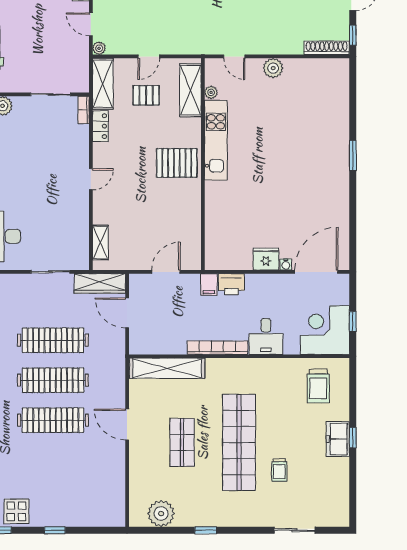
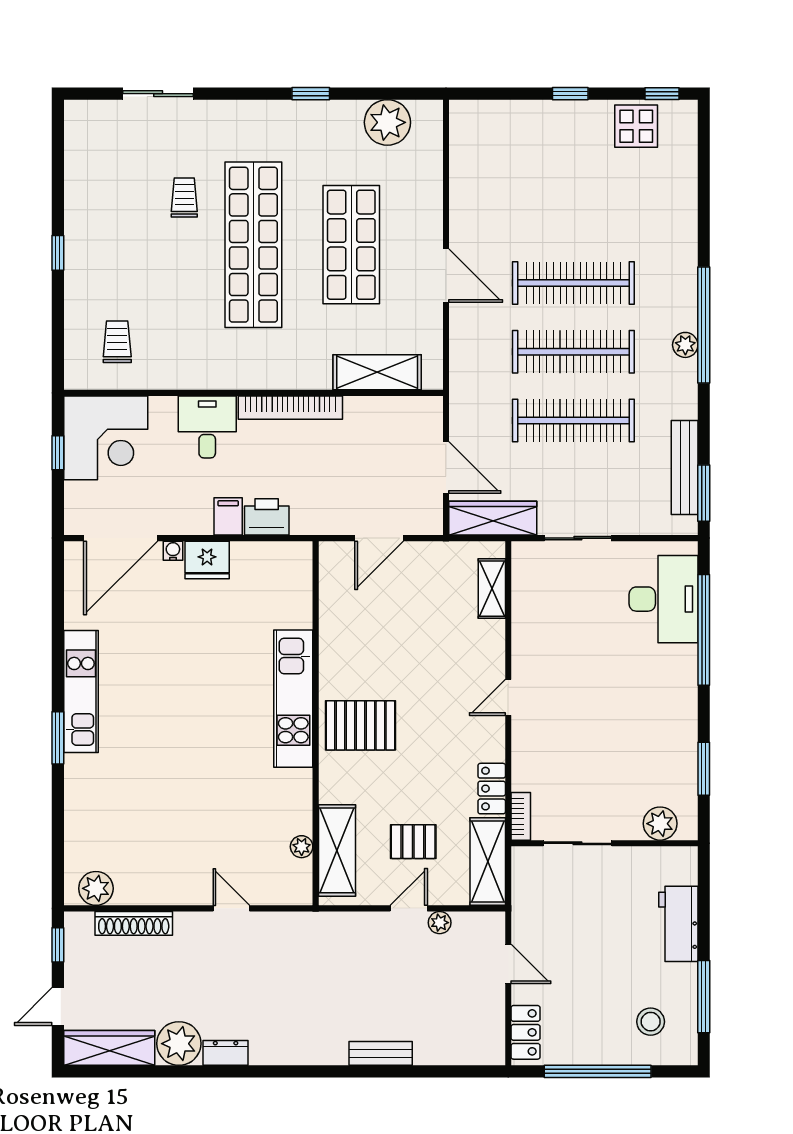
plant: (99, 48) -> (440, 923), moved
shoe rack: (327, 48) -> (134, 923), moved
door: (234, 56) -> (231, 908), moved
plant: (273, 68) -> (96, 888), moved
kitchen unit: (216, 140) -> (293, 699), moved
kitchen unit: (339, 183) -> (81, 692), added
filing cabinet: (209, 284) -> (228, 516), moved
shelving: (167, 368) -> (377, 372), width x0.68
trolley: (318, 386) -> (117, 342), width x0.73, depth x0.72
freezer: (338, 439) -> (83, 251), removed
shop shelf: (182, 442) -> (351, 245), width x1.43, depth x1.36

